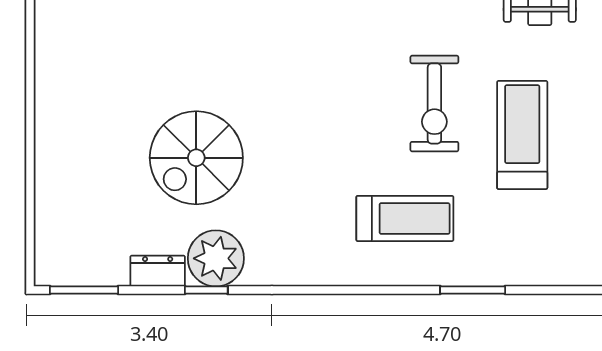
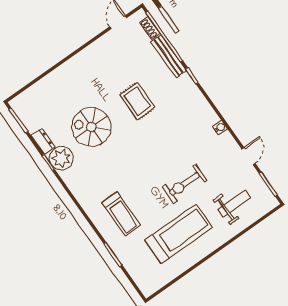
rug: (209, 33) -> (137, 101), added
exercise bike: (434, 104) -> (185, 184), moved
treadmill: (522, 135) -> (178, 234), width x1.37, depth x1.38

